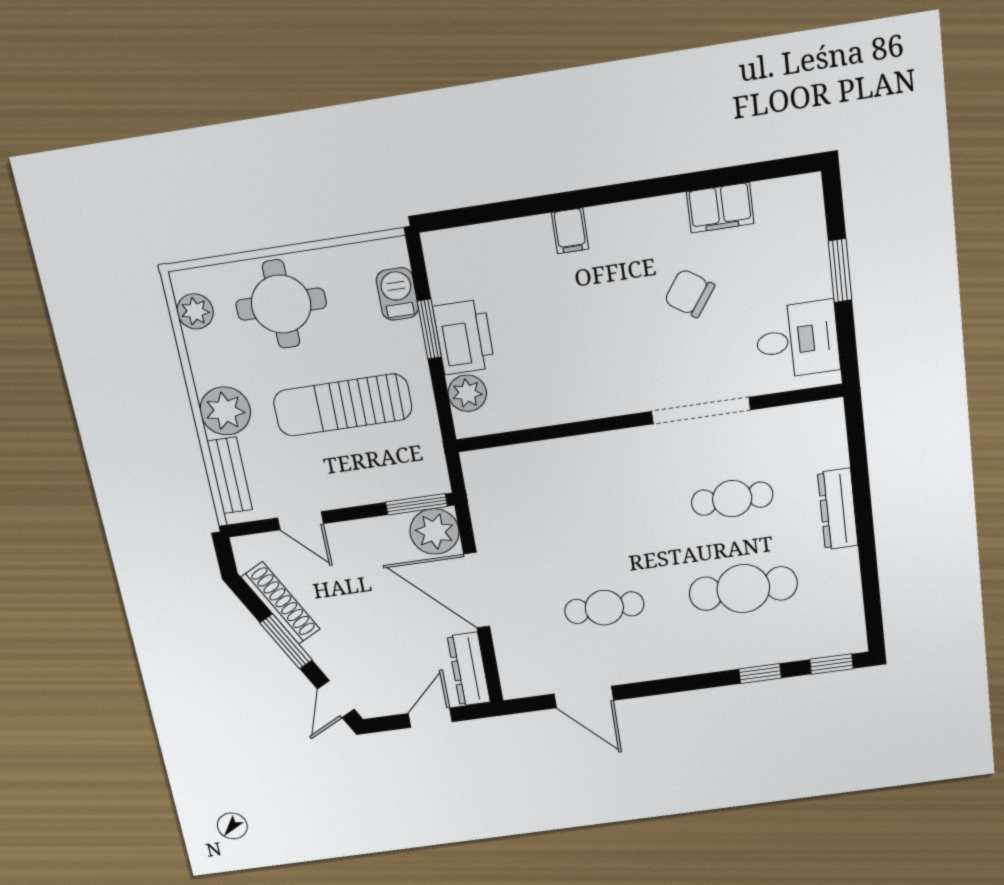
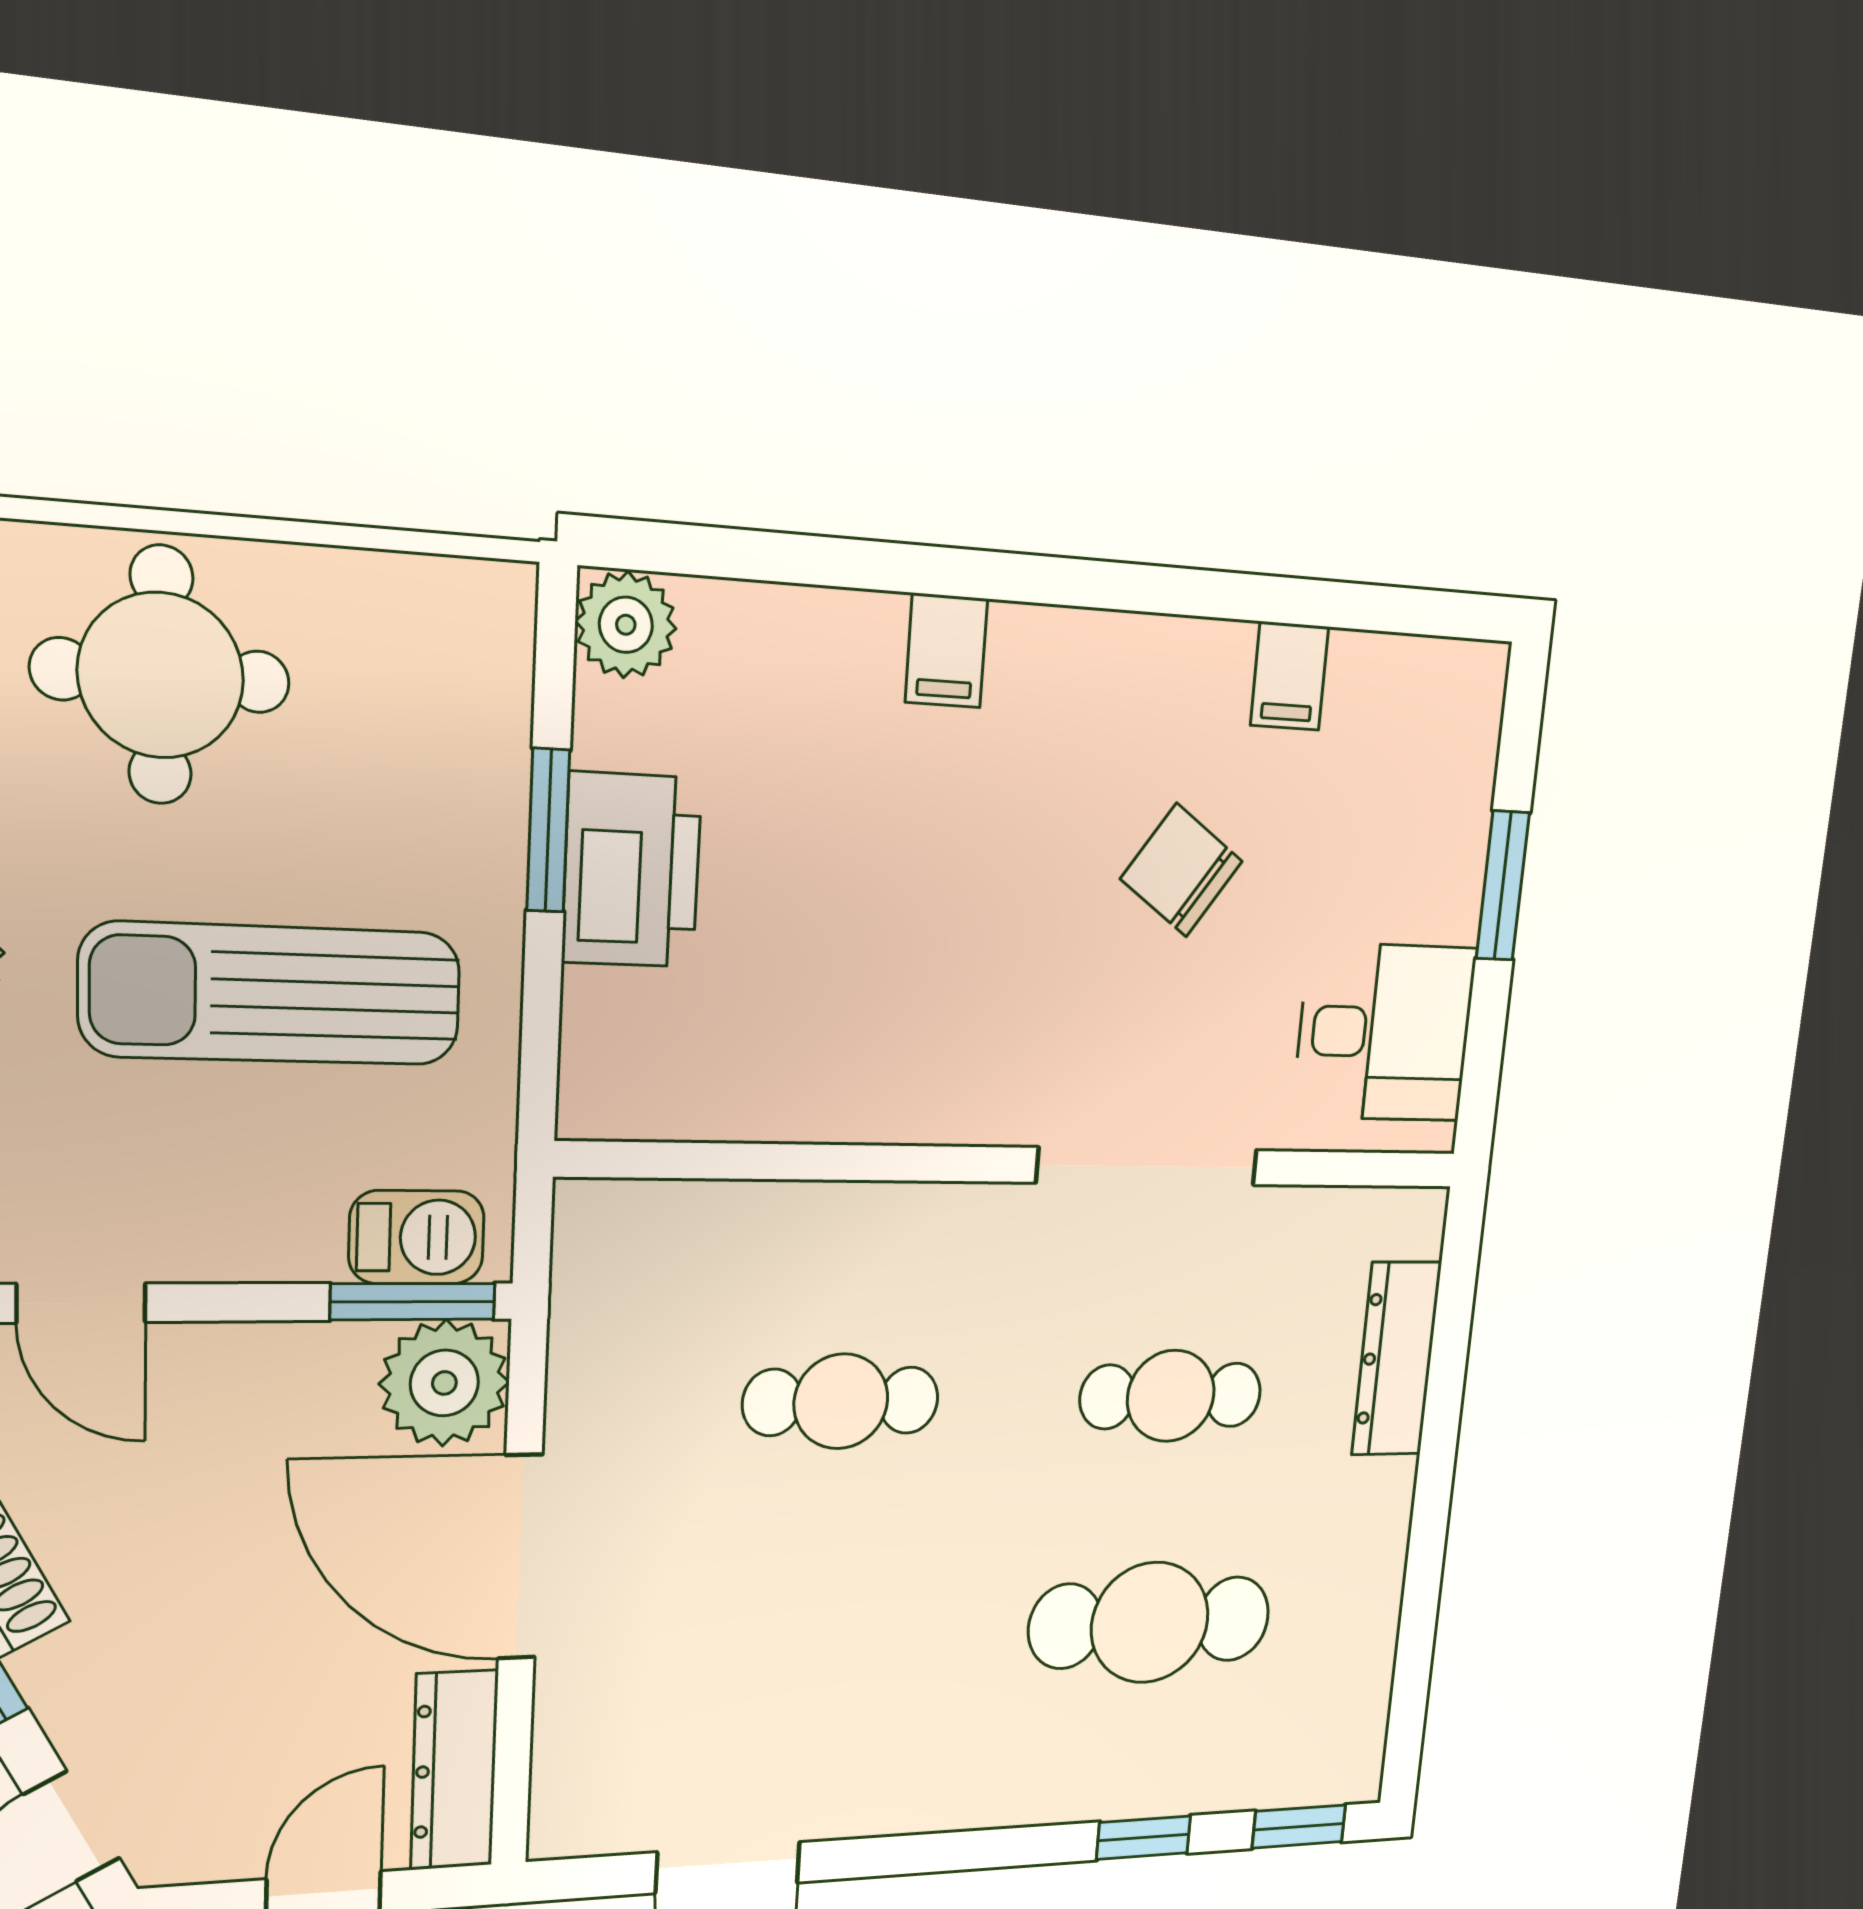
filing cabinet: (720, 208) -> (1290, 676), width x0.50
barbecue: (397, 294) -> (417, 1237), moved, turned 90
plant: (467, 393) -> (626, 625), moved
dresser: (838, 509) -> (1396, 1359), moved
cafe table: (604, 608) -> (841, 1401), moved

